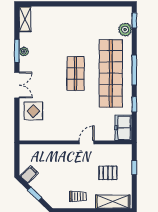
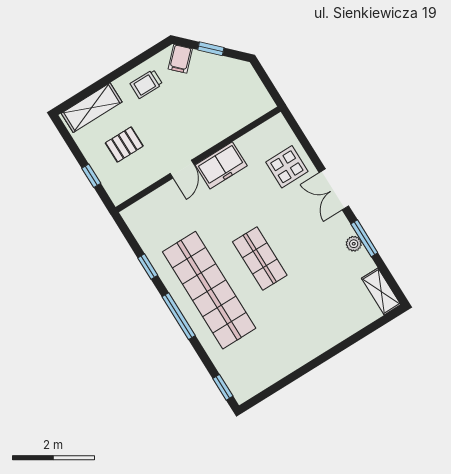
plant: (125, 30) -> (228, 366), removed
freezer: (123, 128) -> (221, 165), moved, turned 90
filing cabinet: (29, 175) -> (180, 59), moved

